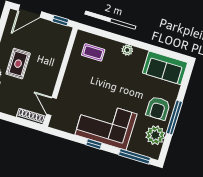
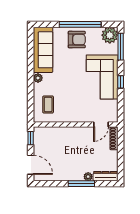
rug: (18, 64) -> (75, 161), removed
sofa: (165, 68) -> (43, 50), width x1.36
window: (174, 117) -> (80, 24), width x1.46
plant: (155, 135) -> (110, 35), moved

